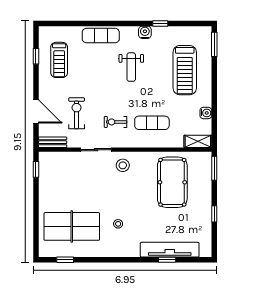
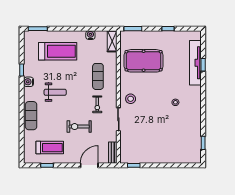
exercise bike: (77, 113) -> (79, 127), moved
table tennis table: (72, 226) -> (177, 138), removed

